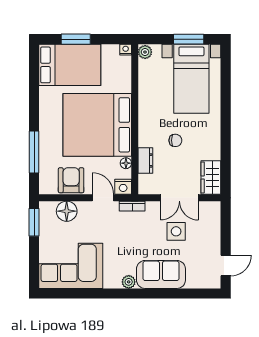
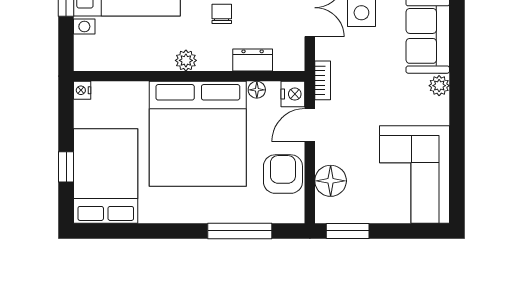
window: (76, 39) -> (66, 167), width x0.67
plant: (145, 52) -> (186, 60), moved
armchair: (71, 180) -> (283, 174), turned 90

